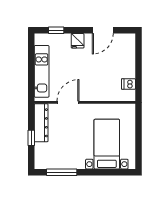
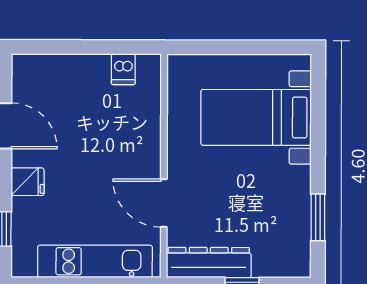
window: (62, 172) -> (318, 217), width x0.69

